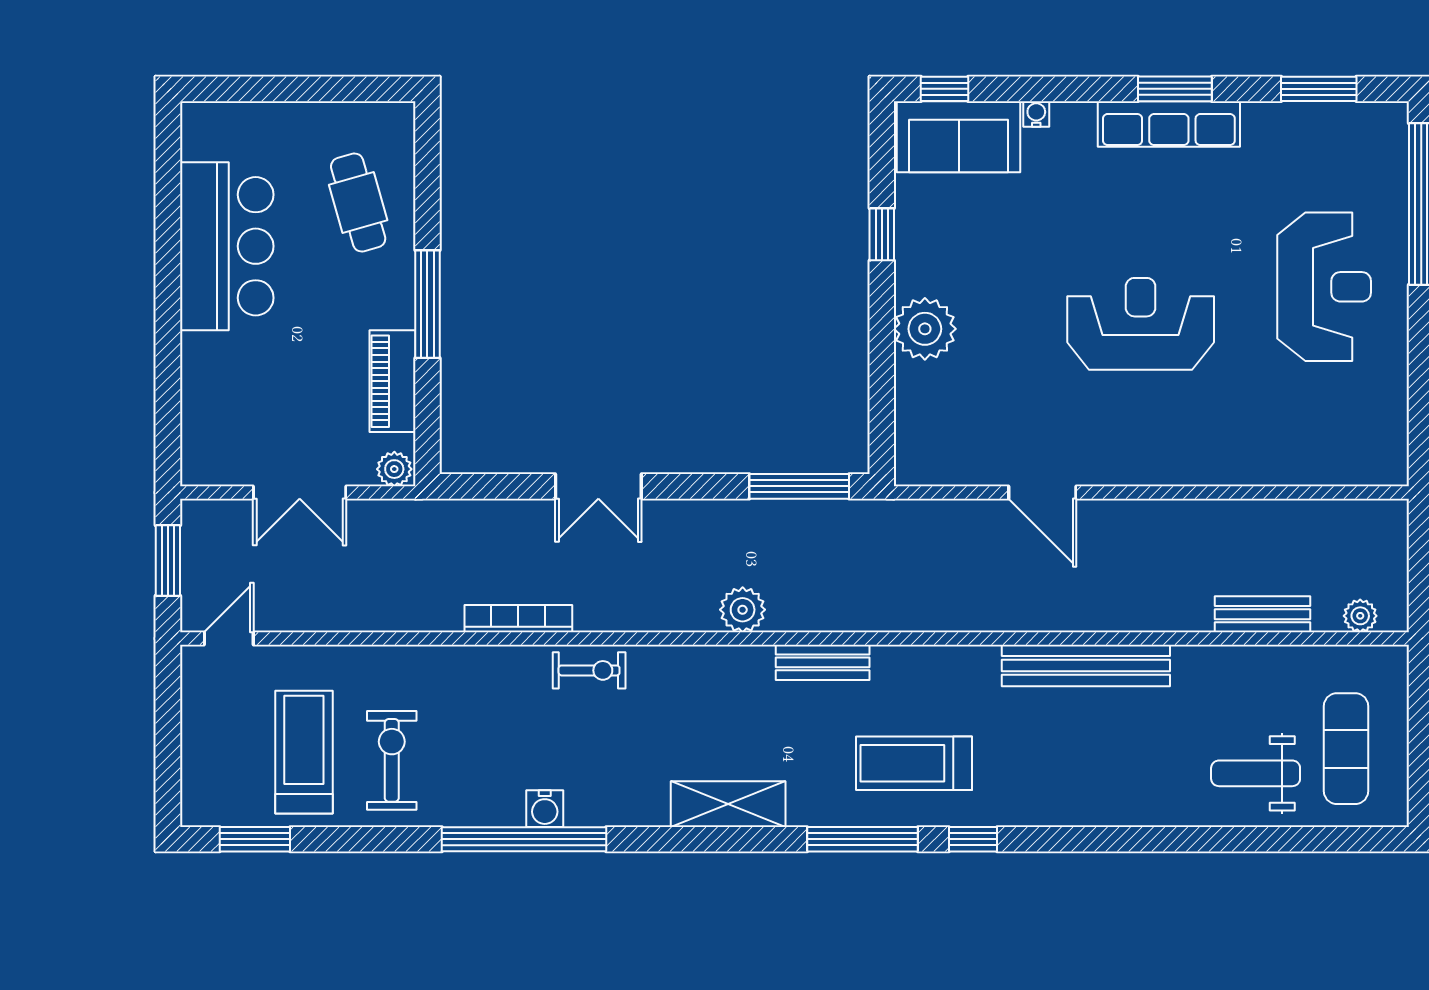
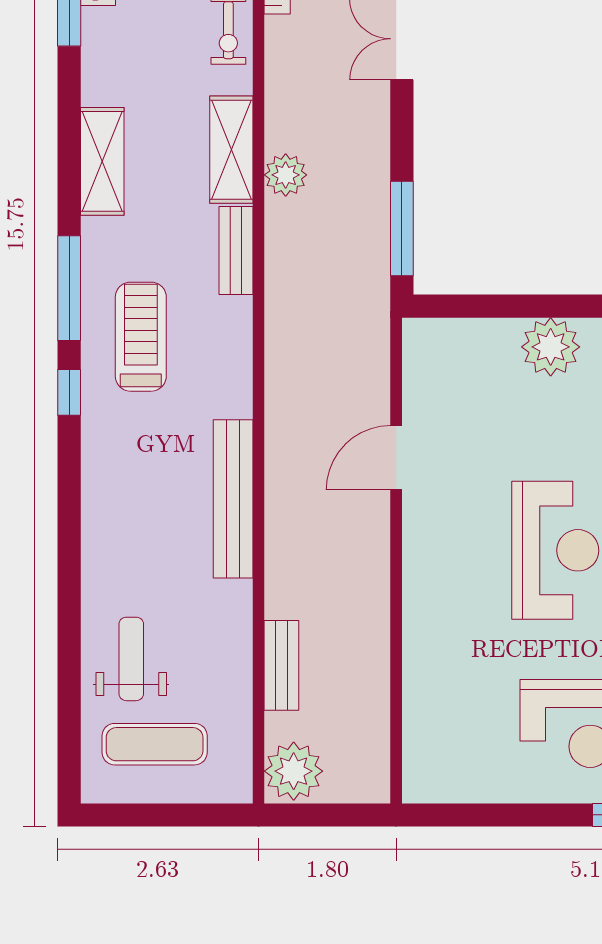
plant: (1360, 616) -> (294, 771), width x1.87, depth x1.87
shelving: (716, 667) -> (231, 150), added

